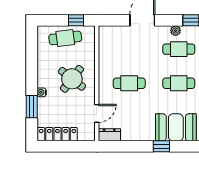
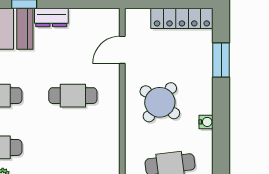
water cooler: (42, 92) -> (206, 122), moved
dresser: (109, 135) -> (51, 17), moved

